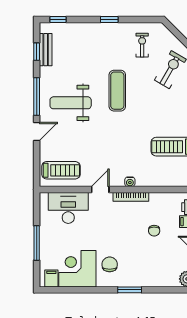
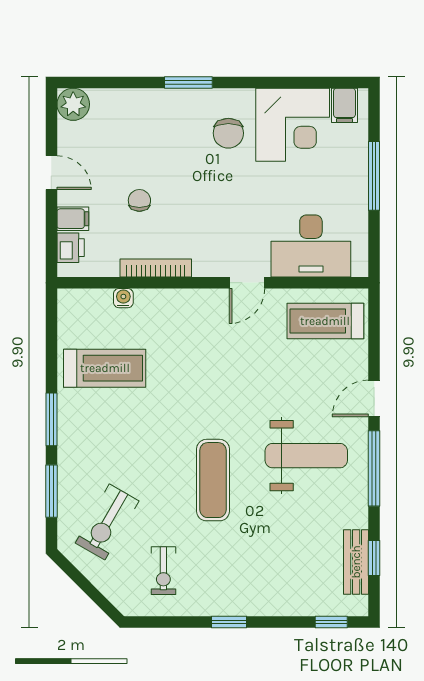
water cooler: (130, 182) -> (123, 298), moved
bookcase: (131, 197) -> (156, 268), moved

